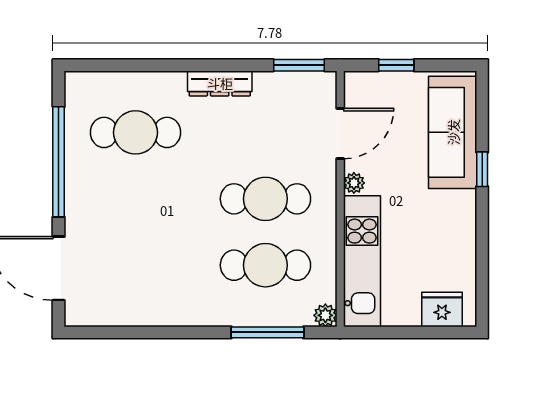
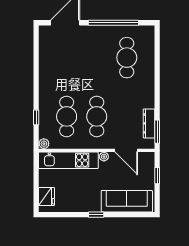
dresser: (220, 83) -> (149, 123), moved
window: (482, 169) -> (96, 215), moved
window: (267, 332) -> (36, 117), width x0.46

